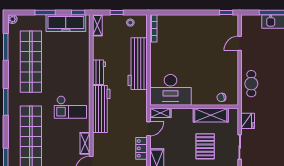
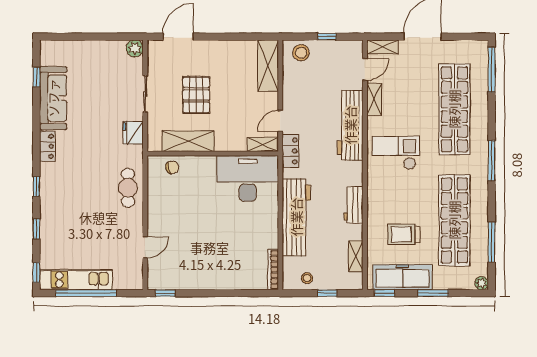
shelving: (97, 25) -> (356, 256), moved
trolley: (65, 52) -> (404, 234), added
workbench: (101, 109) -> (350, 125), moved
locker: (142, 148) -> (291, 151), moved

